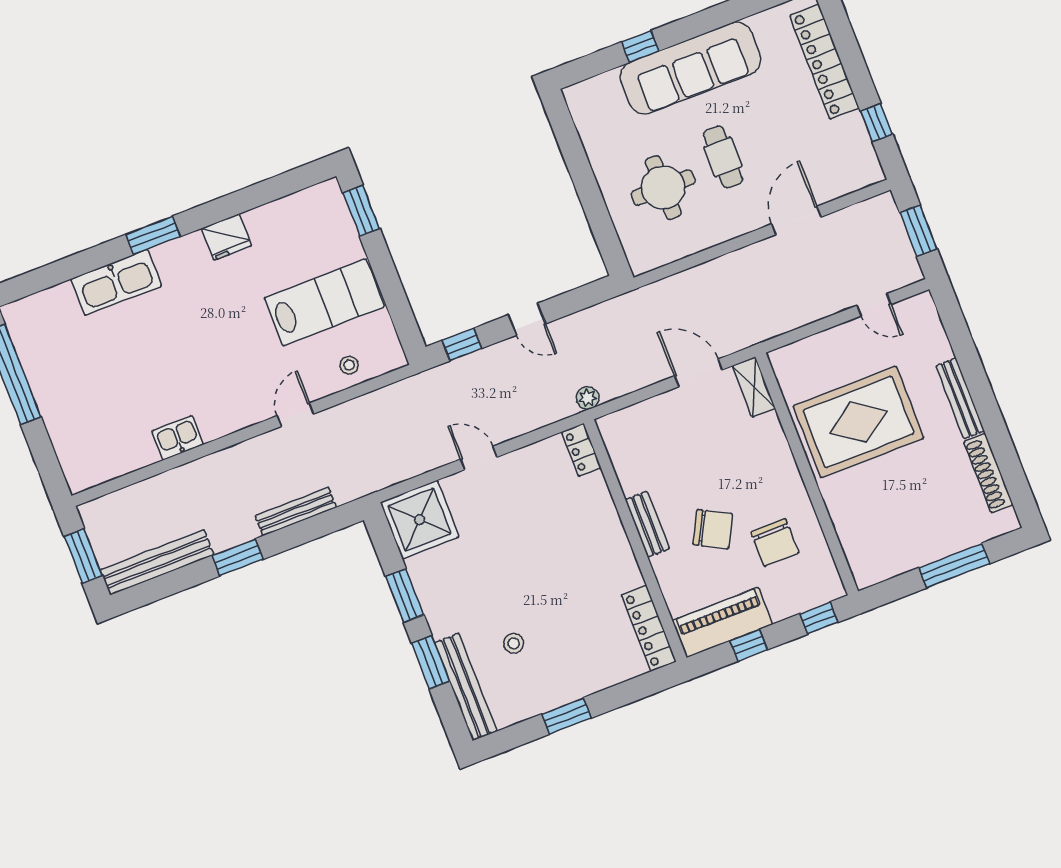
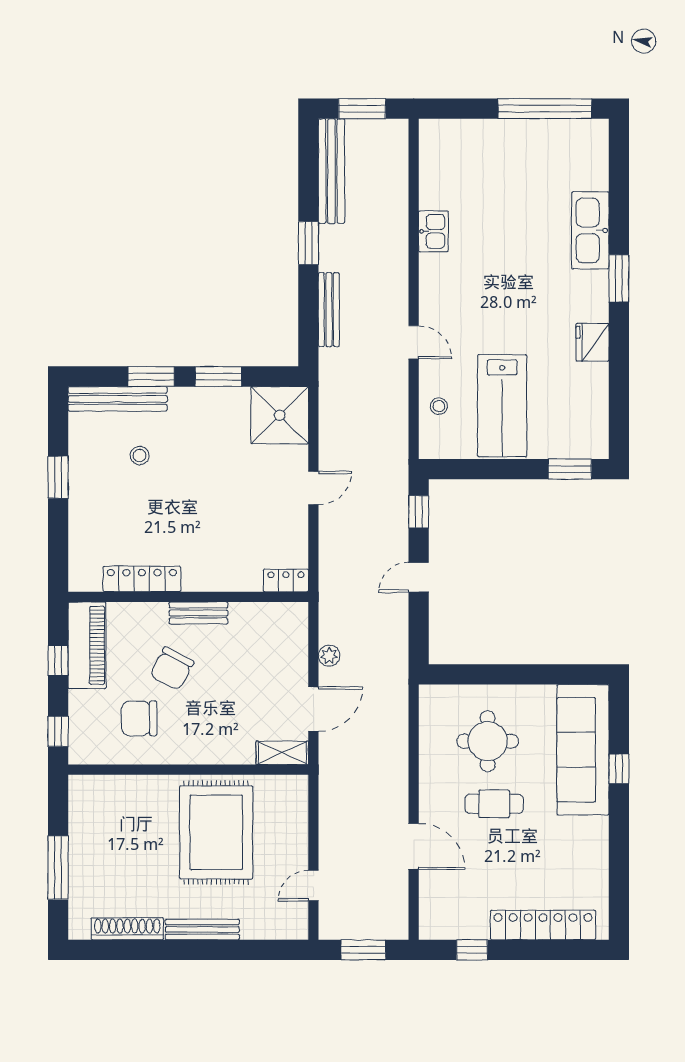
sofa: (690, 68) -> (583, 750), moved
plant: (588, 398) -> (329, 656), moved
locker: (649, 628) -> (142, 579), moved

